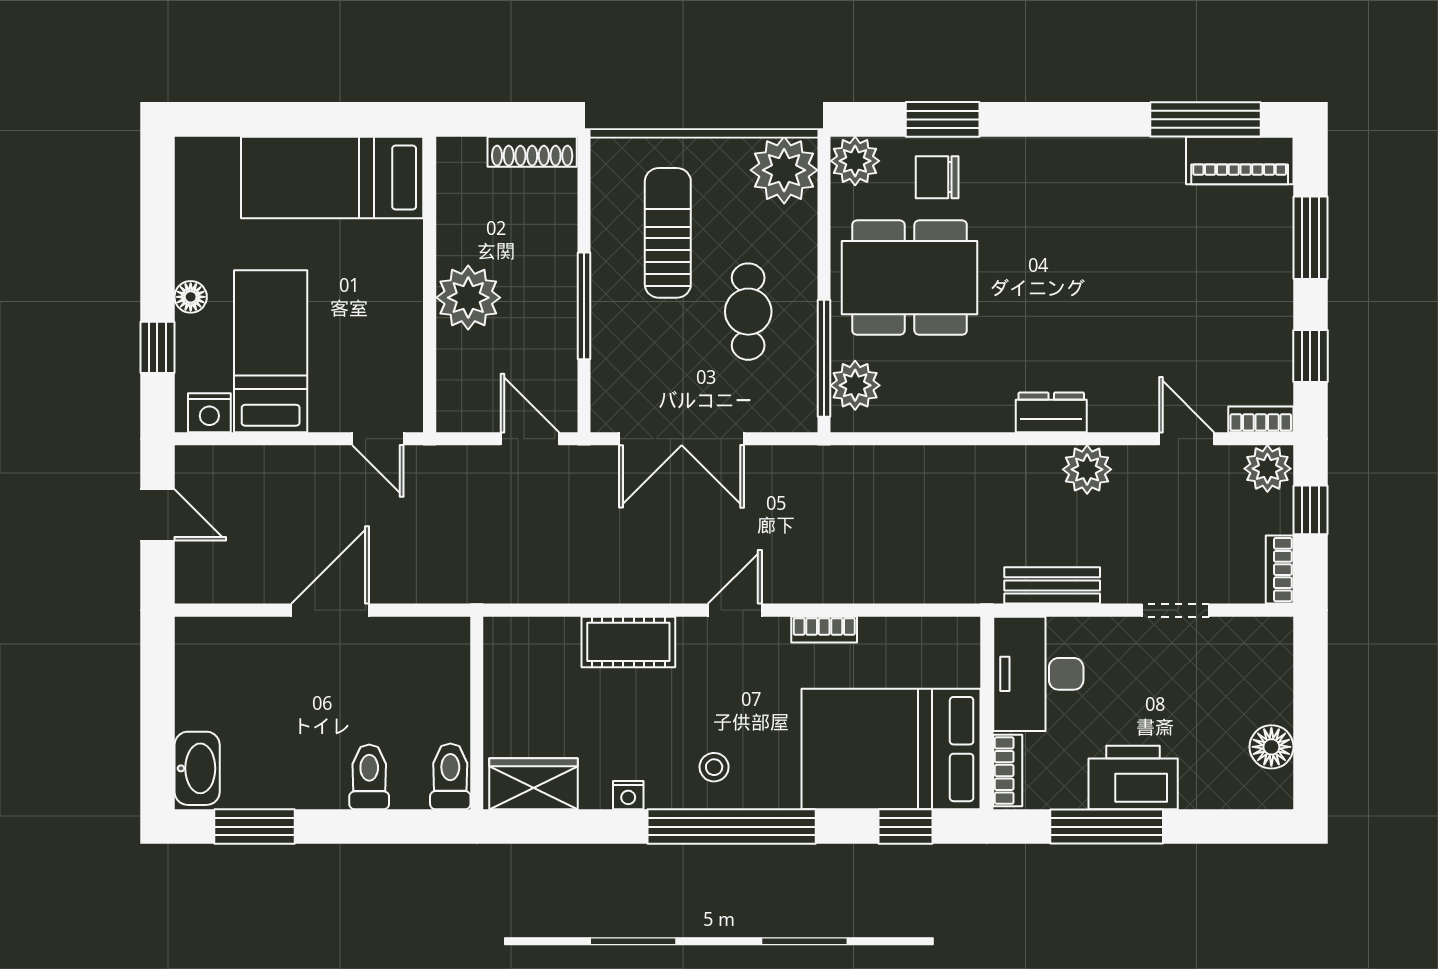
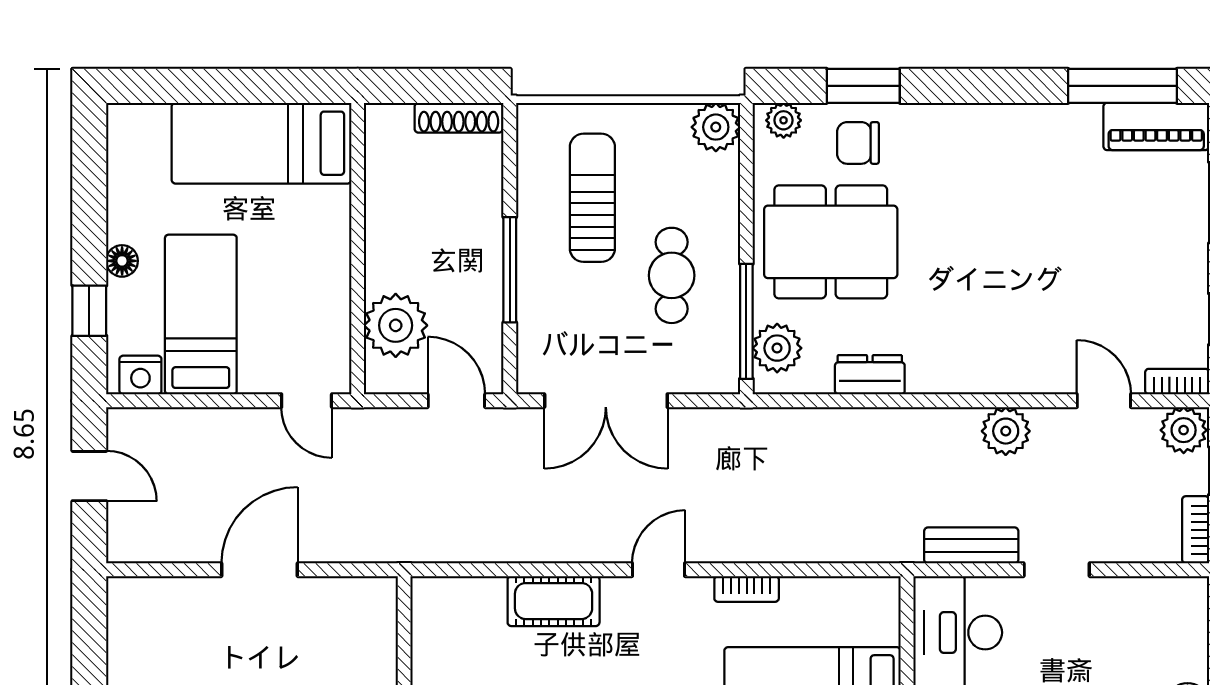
plant: (855, 161) -> (784, 120), width x0.73, depth x0.73
plant: (784, 170) -> (716, 127), width x0.73, depth x0.73
plant: (468, 298) -> (396, 325), moved
dresser: (1051, 412) -> (870, 375), moved
doorway: (1176, 610) -> (1057, 570), moved

